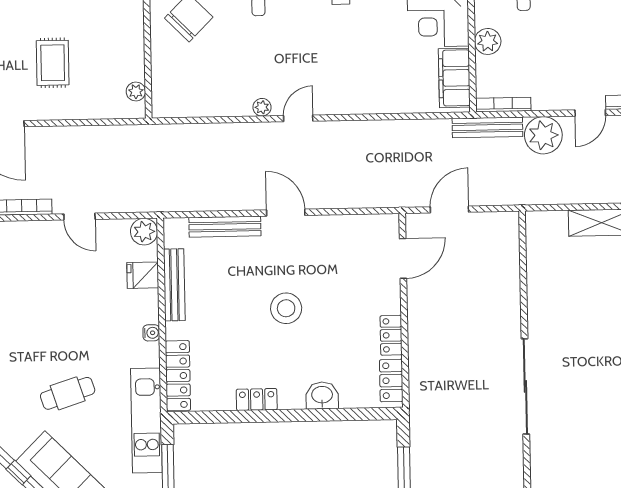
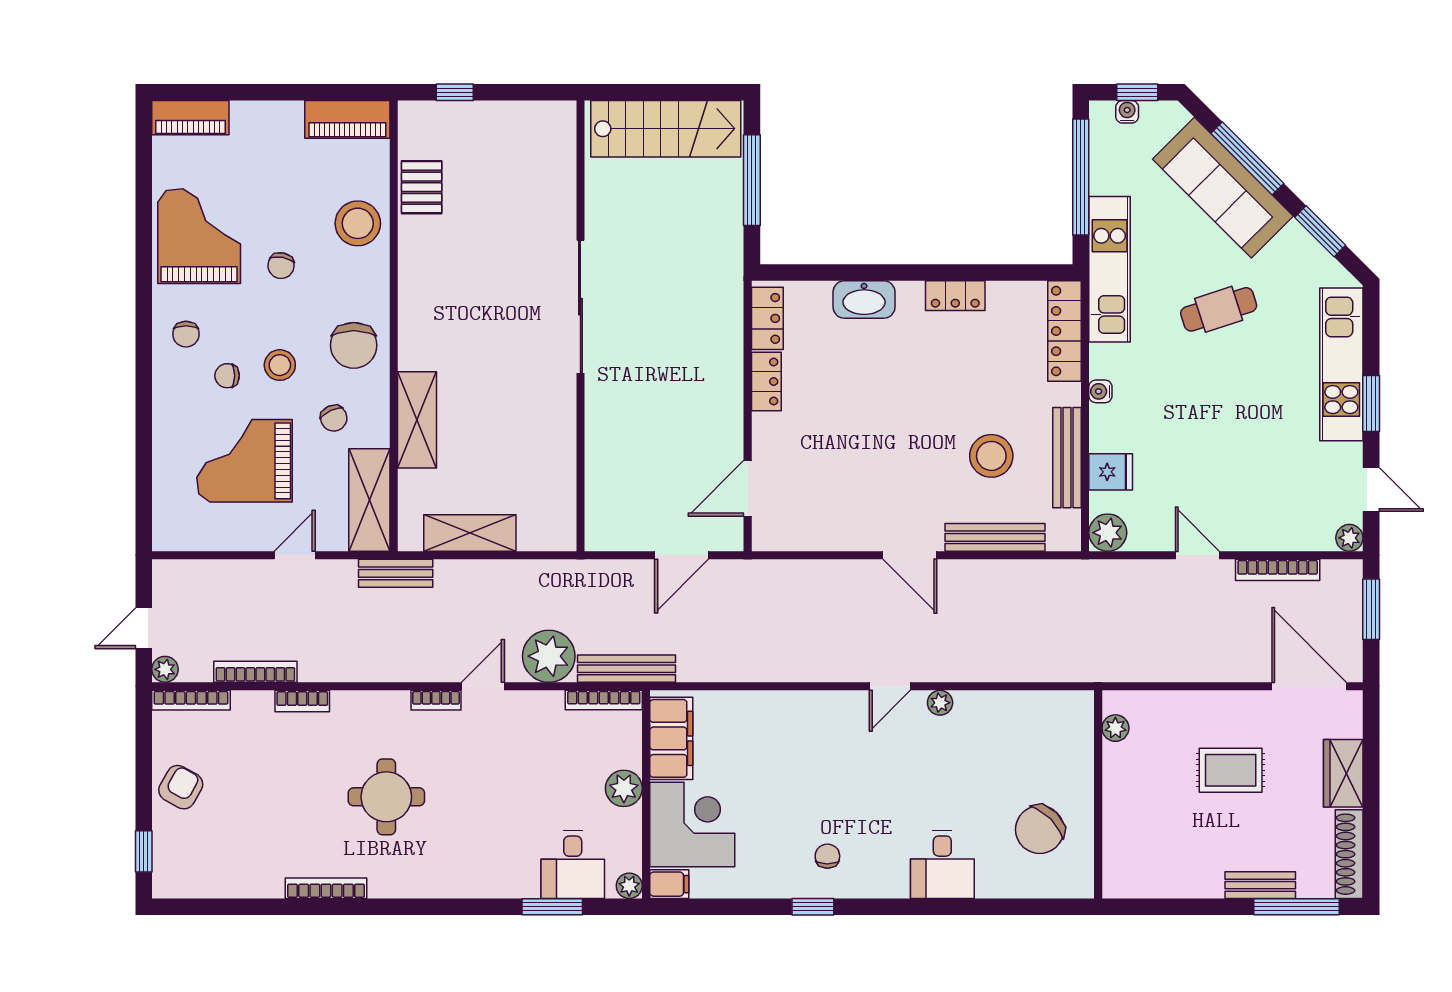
rug: (53, 63) -> (1231, 770), turned 90
stool: (286, 308) -> (991, 456), moved
washbasin: (322, 395) -> (864, 300), width x1.38

